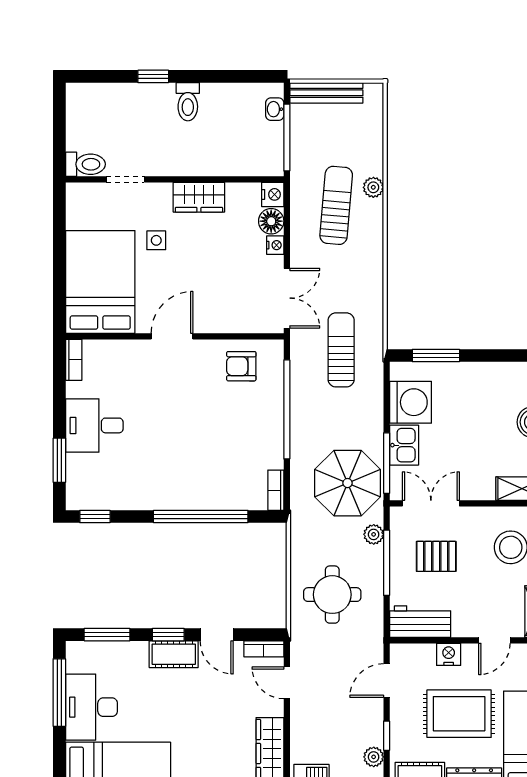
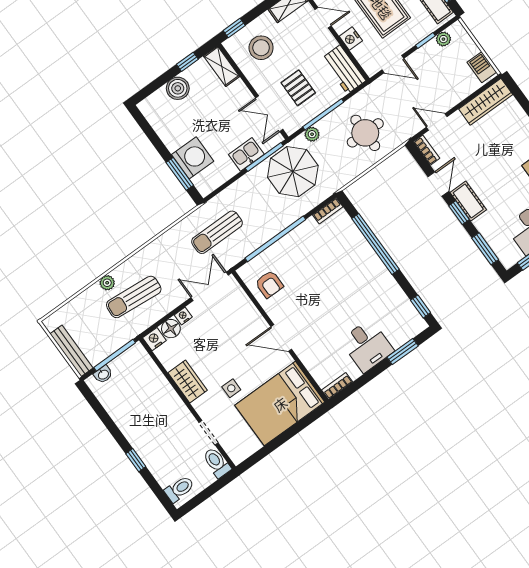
toilet: (188, 102) -> (179, 489), moved
washing machine: (410, 402) -> (193, 158), moved, turned 90
door: (287, 683) -> (437, 122), swing flipped

